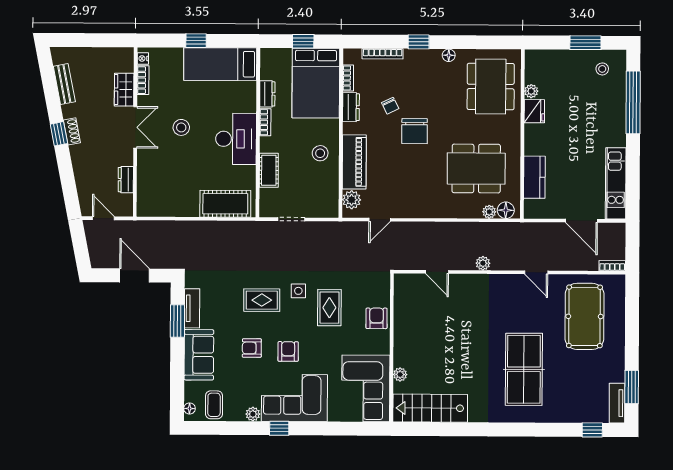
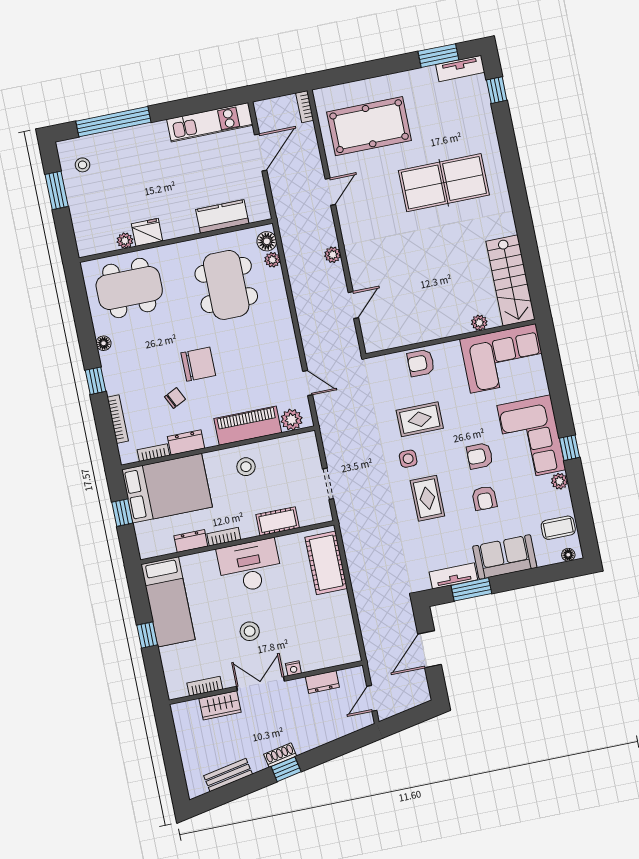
nightstand: (143, 58) -> (293, 668), moved

